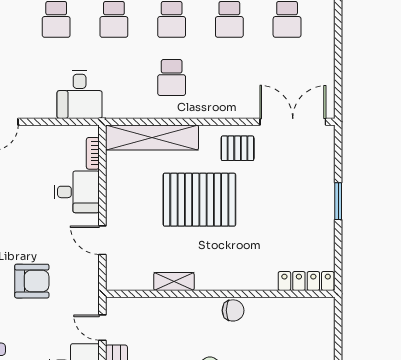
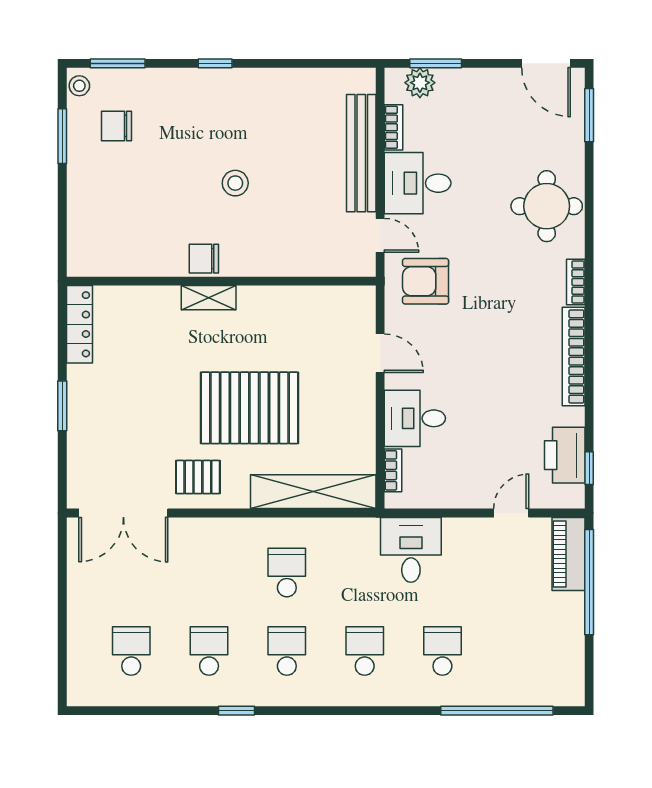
armchair: (32, 281) -> (426, 281), moved
shelving: (174, 281) -> (209, 298), moved
locker: (306, 281) -> (79, 324), moved, turned -90

